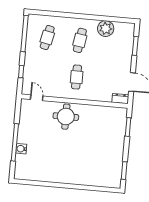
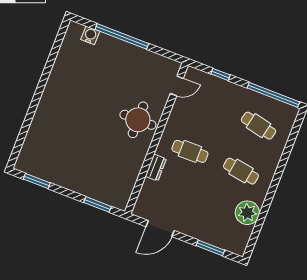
dresser: (120, 99) -> (156, 168), moved
water cooler: (21, 149) -> (90, 35), moved

